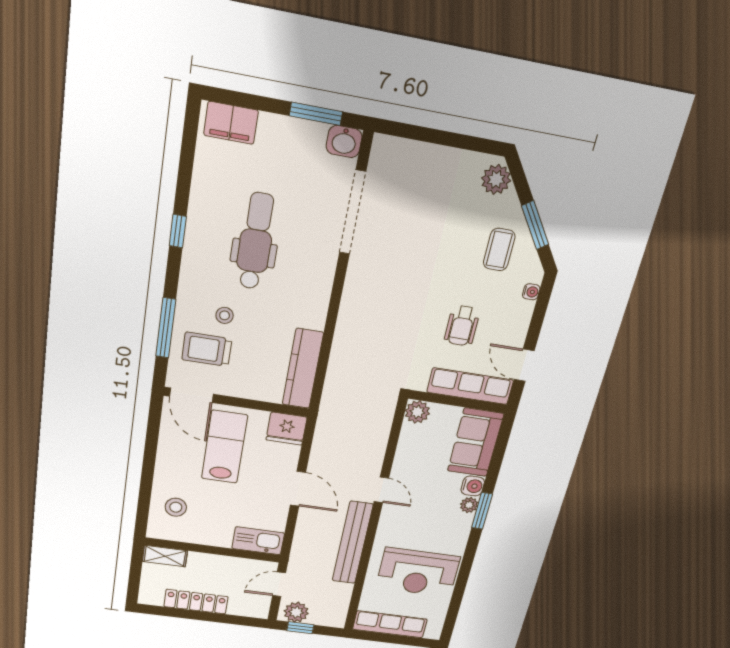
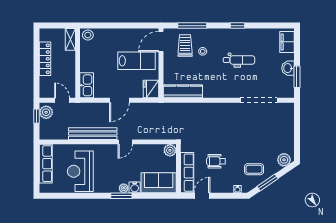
washbasin: (344, 141) -> (288, 68), moved
dental chair: (256, 241) -> (239, 60), width x0.73, depth x0.72
stool: (176, 507) -> (88, 35), moved

